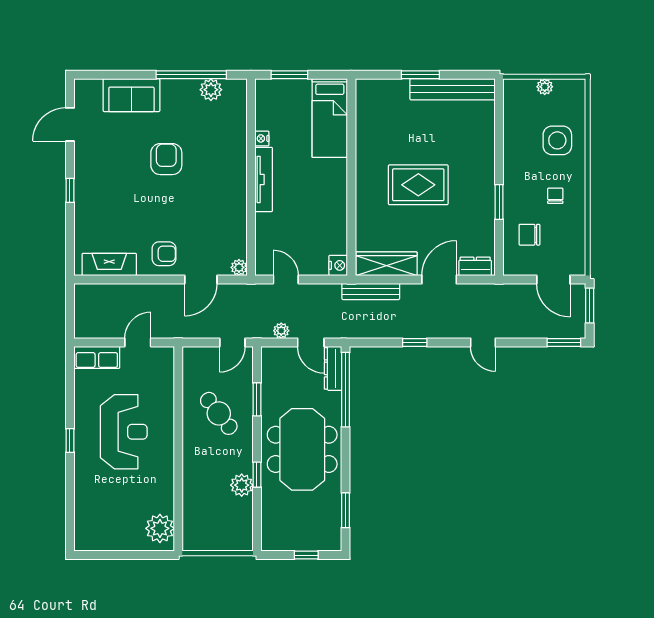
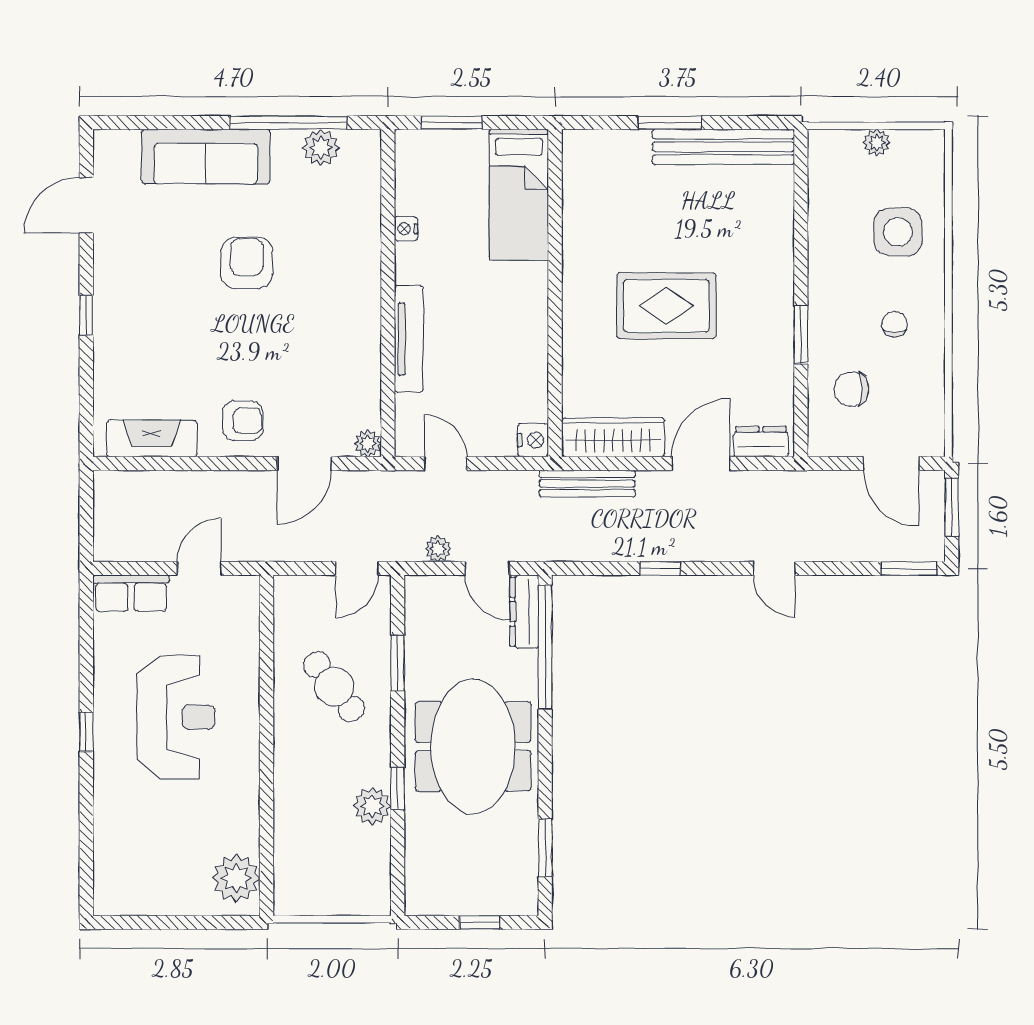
sofa: (131, 95) -> (206, 157), width x1.36
tv unit: (264, 179) -> (409, 339), moved

